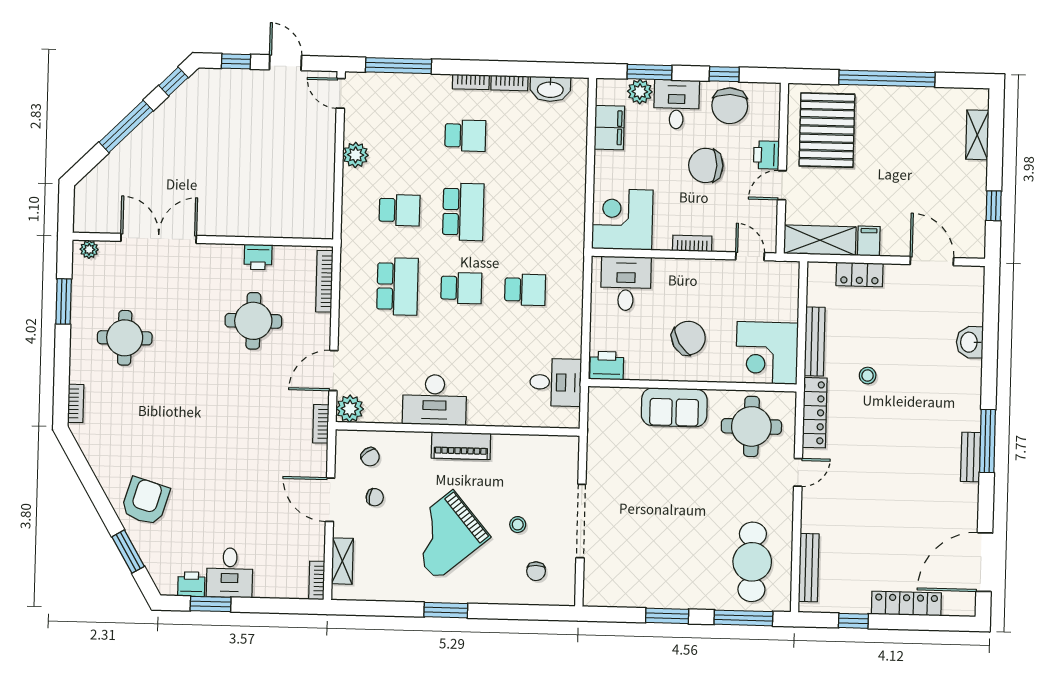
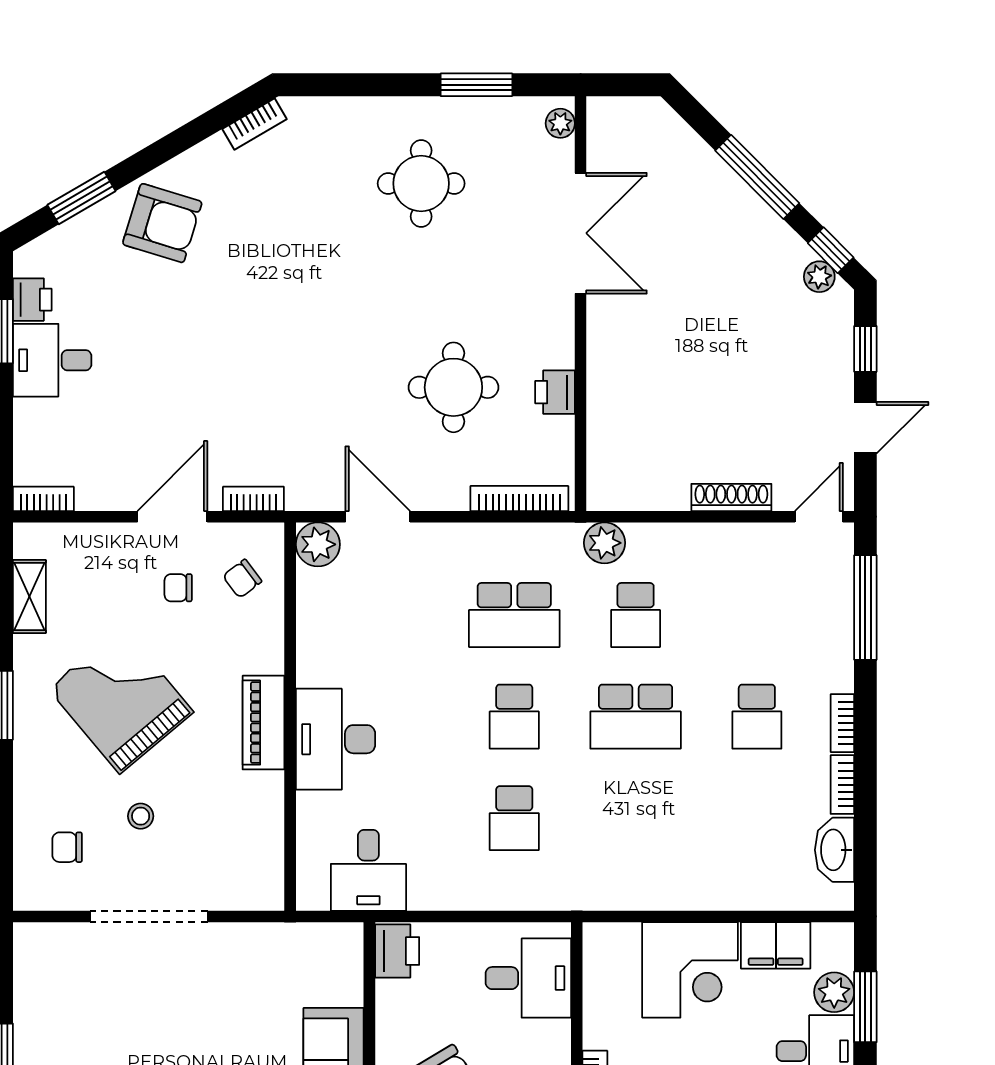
plant: (190, 89) -> (819, 277), added
shoe rack: (327, 148) -> (731, 497), added
plant: (356, 155) -> (604, 543), moved
corner desk: (622, 219) -> (690, 970), moved, turned 90
desk: (435, 400) -> (335, 739), moved
bookcase: (76, 403) -> (255, 124), moved, turned -30
bookcase: (321, 424) -> (253, 499), moved
chair: (375, 497) -> (178, 588), turned 82
shelving: (342, 561) -> (29, 597), moved, turned 90

